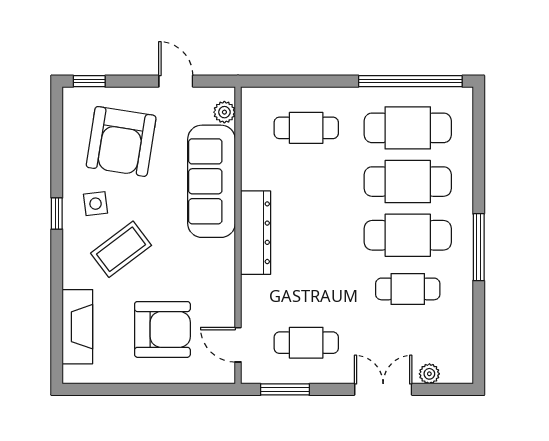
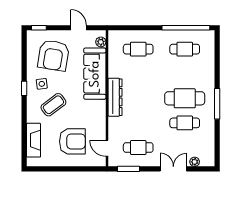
cafe table: (408, 128) -> (185, 49), width x0.73, depth x0.74
cafe table: (408, 182) -> (185, 74), removed

